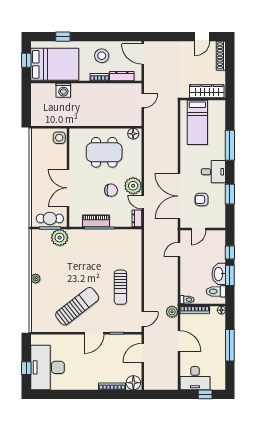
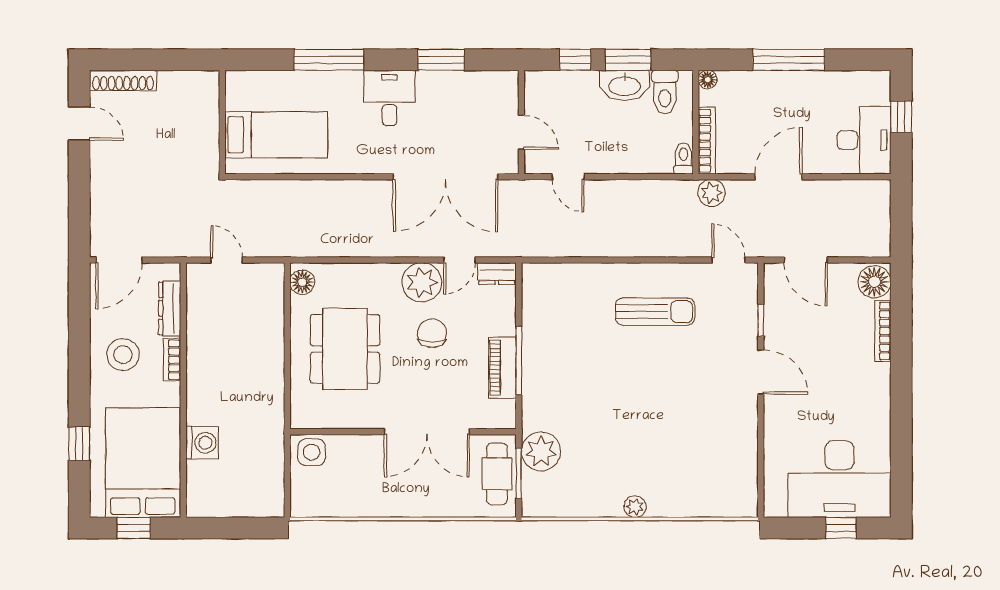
wardrobe: (207, 91) -> (204, 113), removed
armchair: (201, 200) -> (454, 125), removed
sun lounger: (77, 306) -> (699, 411), removed

